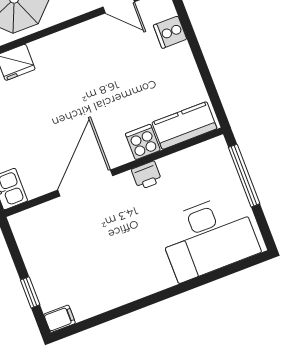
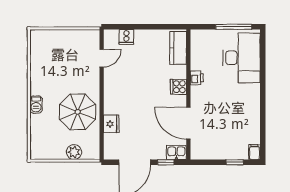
cooker: (143, 142) -> (178, 87), moved
window: (244, 176) -> (234, 27), moved
door: (85, 183) -> (188, 123), moved

